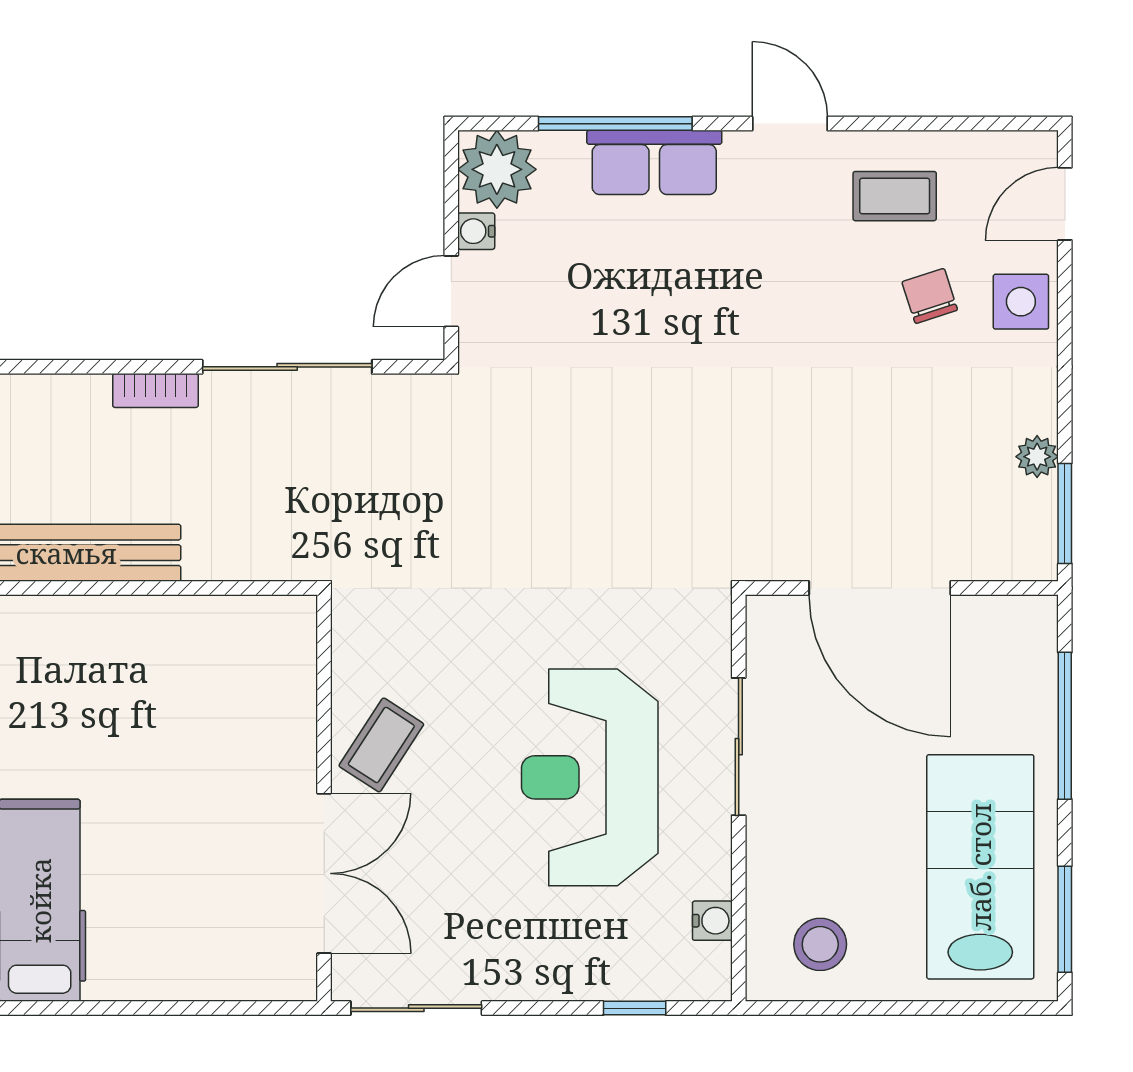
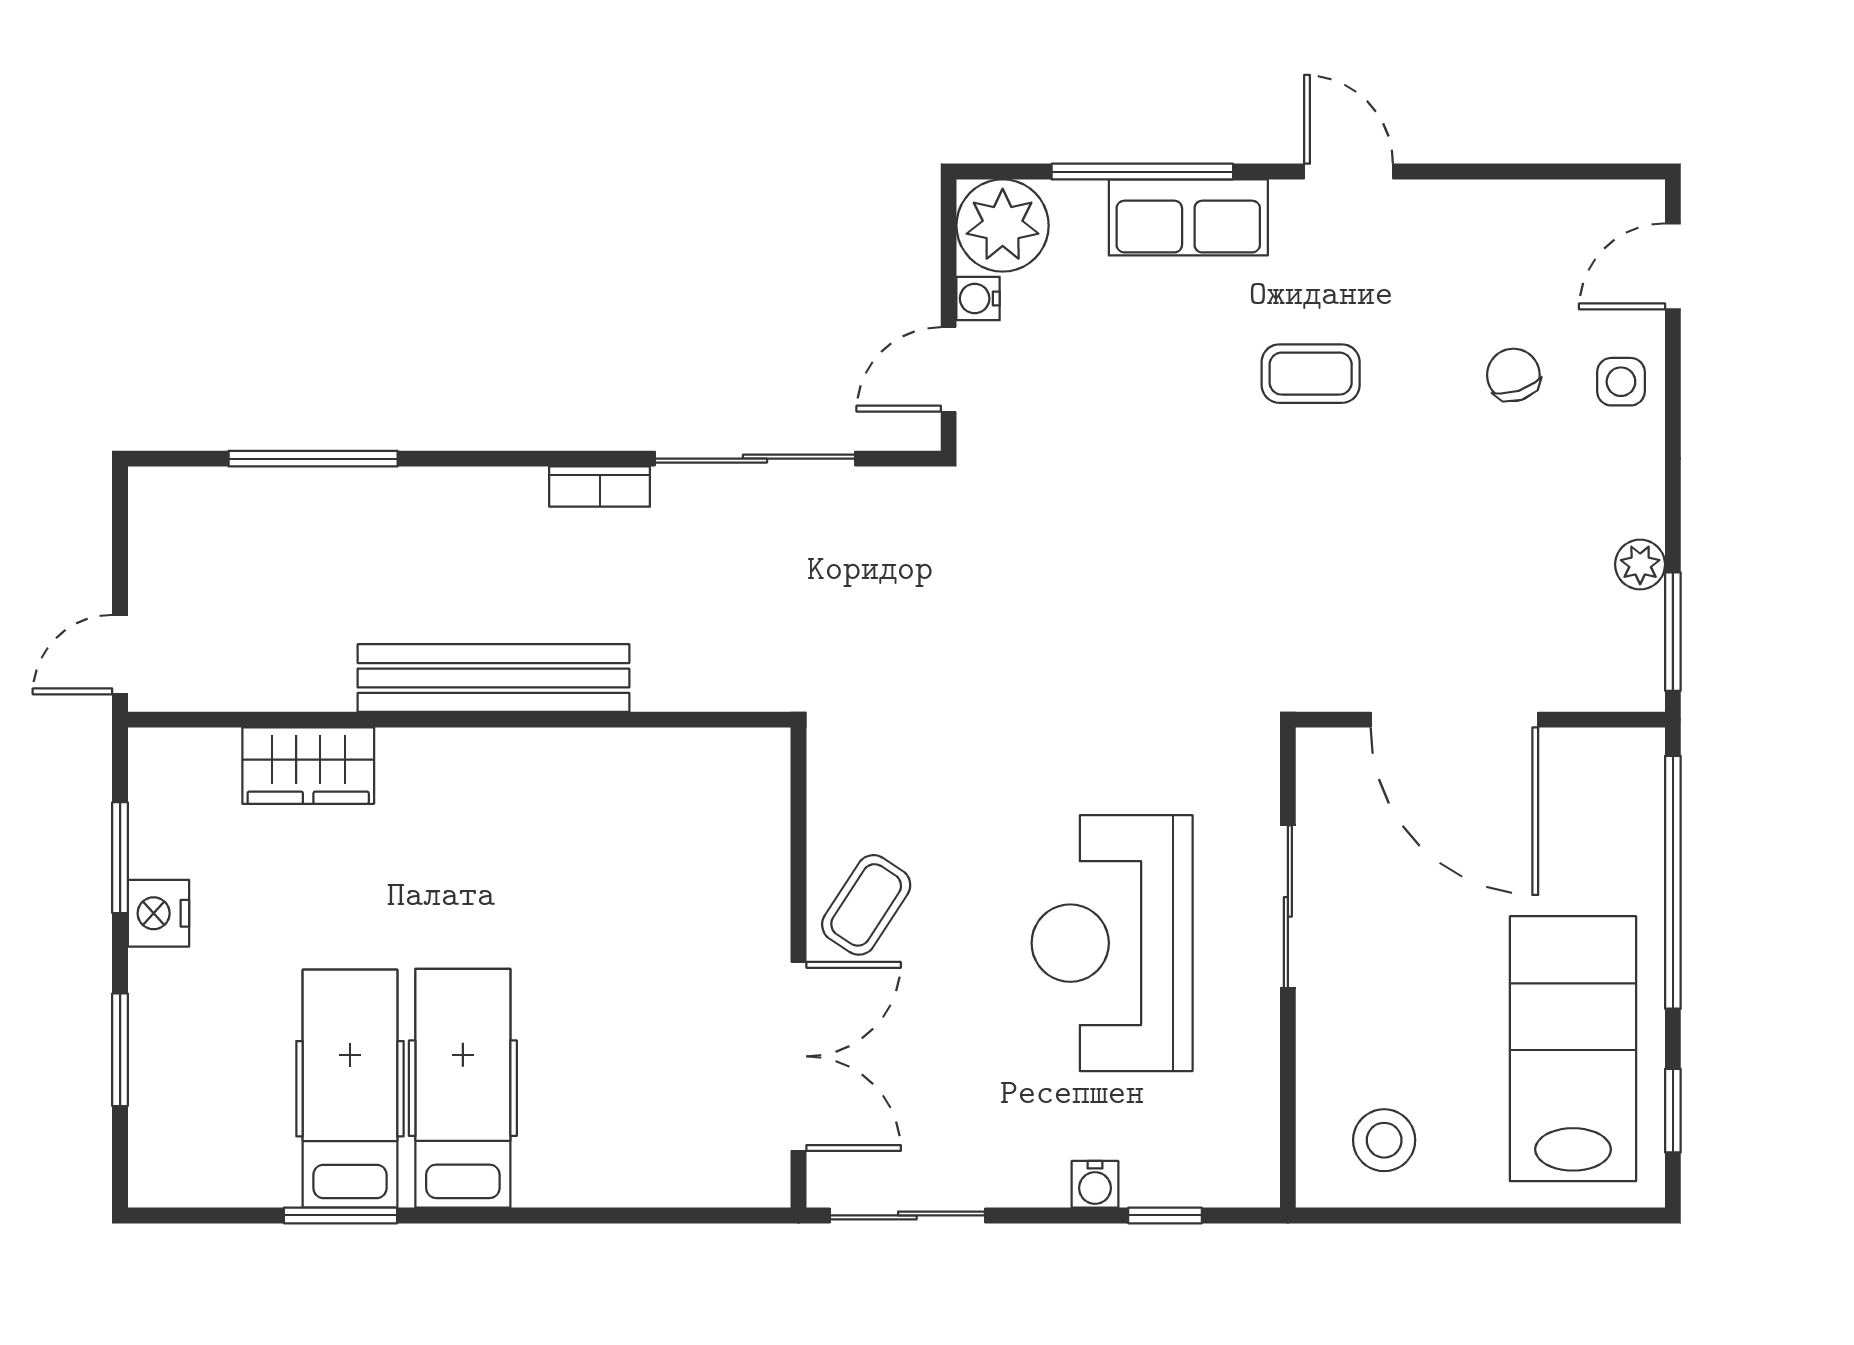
coffee table: (895, 196) -> (1311, 374), moved
side table: (1021, 302) -> (1621, 382), width x0.73, depth x0.73
window: (1065, 726) -> (1673, 882), width x1.46
window: (1065, 919) -> (1673, 1111), width x0.67
water cooler: (712, 921) -> (1095, 1184), moved, turned 90

